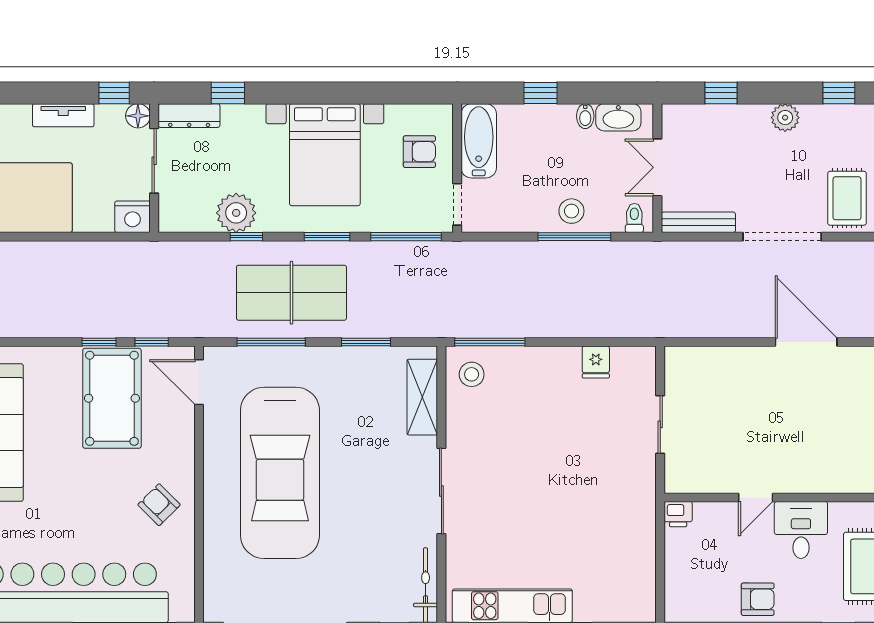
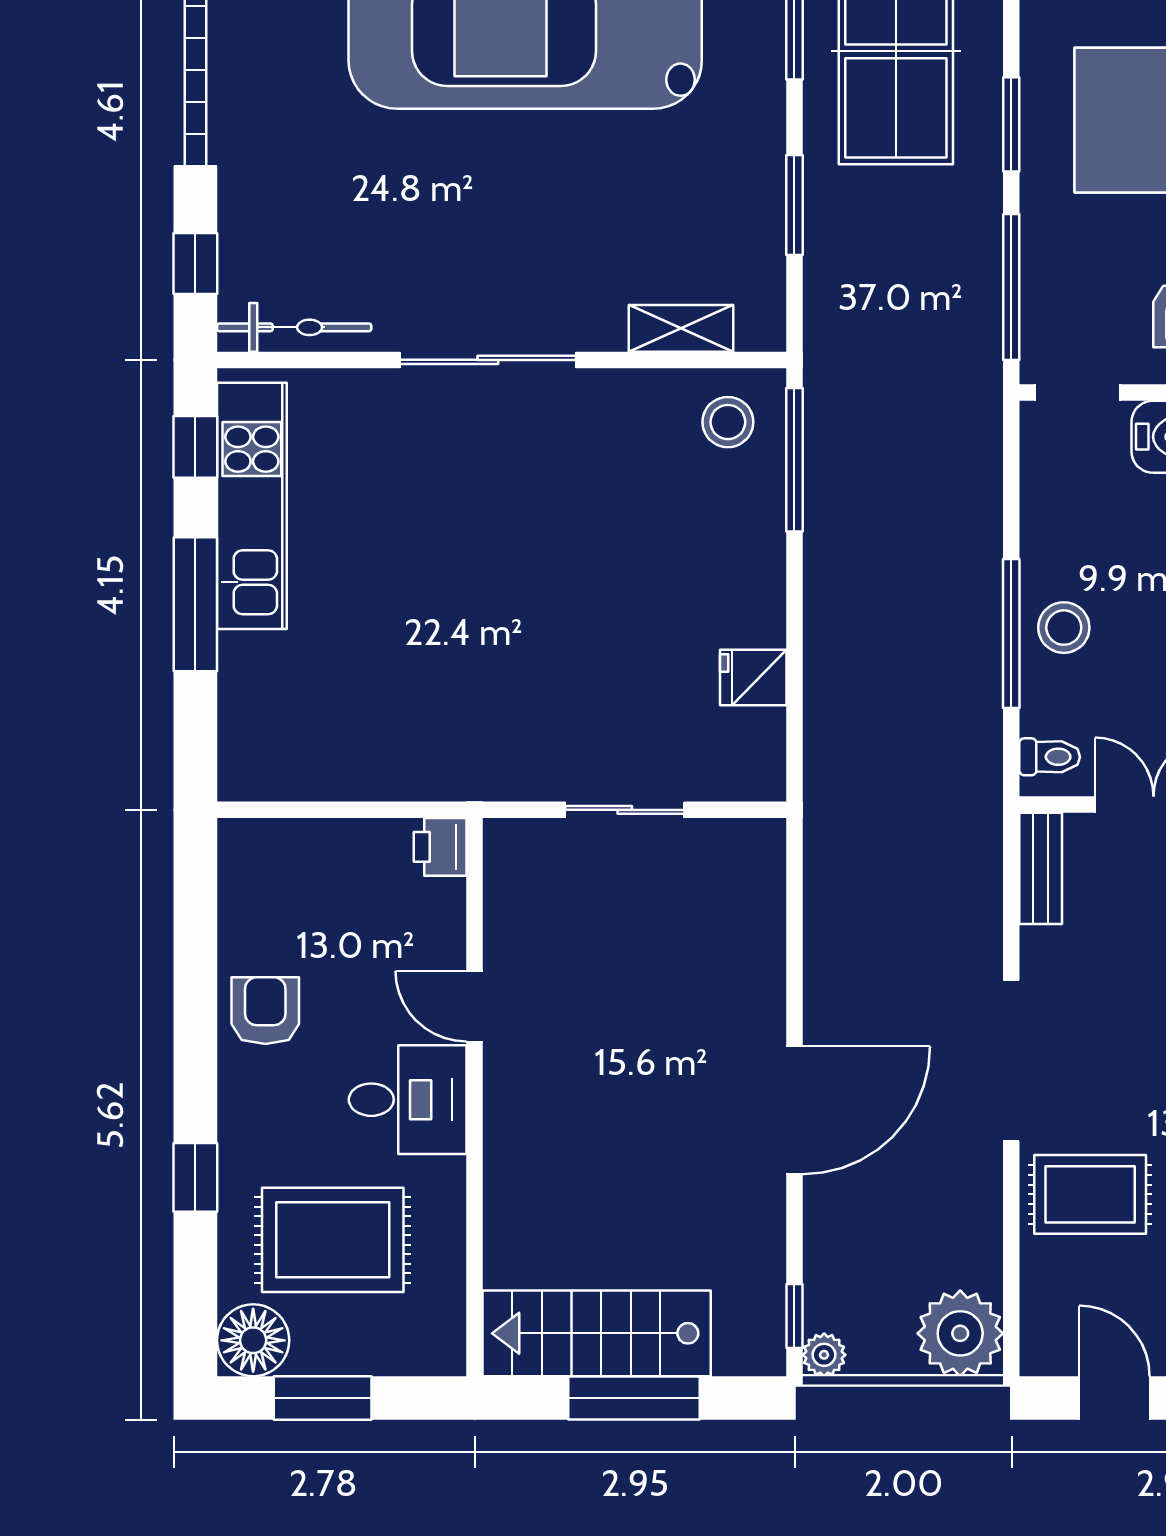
bench: (698, 222) -> (1041, 868), width x0.73
shelving: (422, 397) -> (681, 328), width x0.67, depth x0.75
armchair: (758, 599) -> (265, 1011), turned 180

